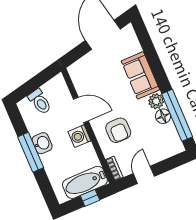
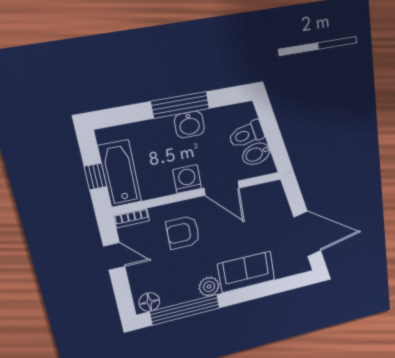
bidet: (52, 91) -> (256, 154), added
door: (81, 110) -> (222, 188), hinge flipped
floor lamp: (163, 116) -> (149, 302), moved

